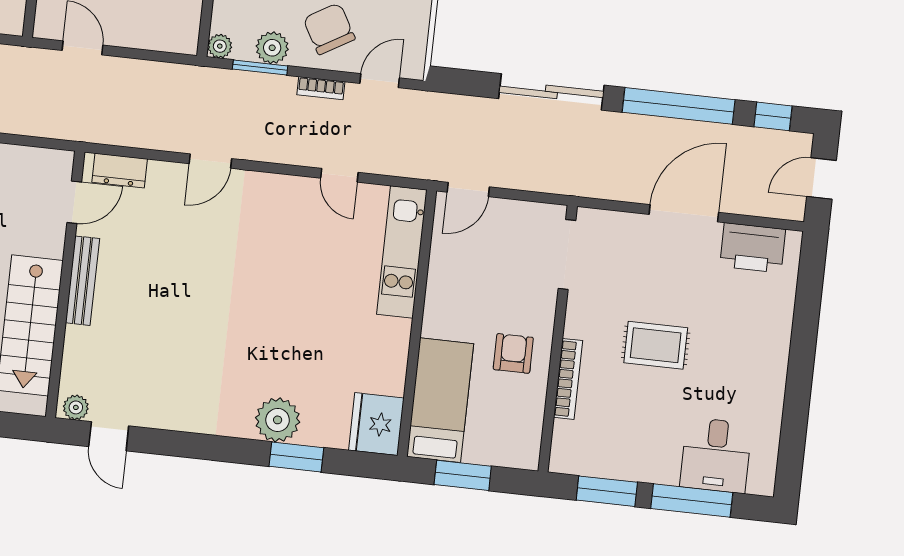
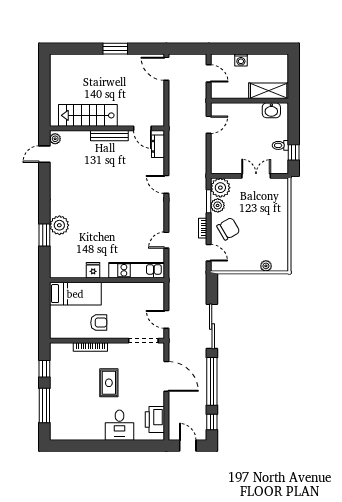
plant: (220, 46) -> (220, 188), width x1.88, depth x1.88
door: (468, 190) -> (166, 319), moved
door: (684, 213) -> (166, 376), moved
fridge: (376, 424) -> (93, 270), moved, width x0.53, depth x0.75
desk: (716, 455) -> (120, 425), moved, turned -90
window: (463, 475) -> (44, 307), removed
window: (607, 491) -> (44, 369), width x0.67

